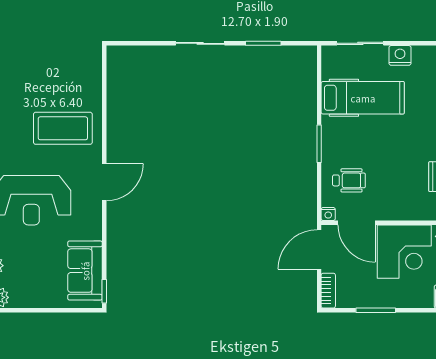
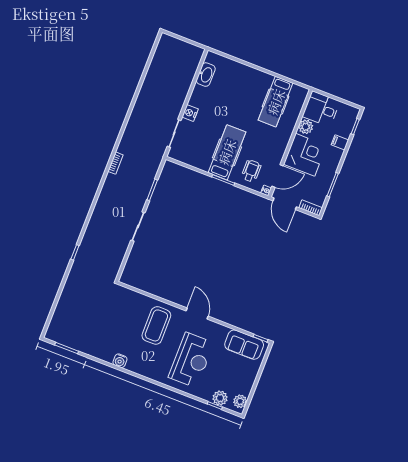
hospital bed: (363, 98) -> (227, 152), moved

